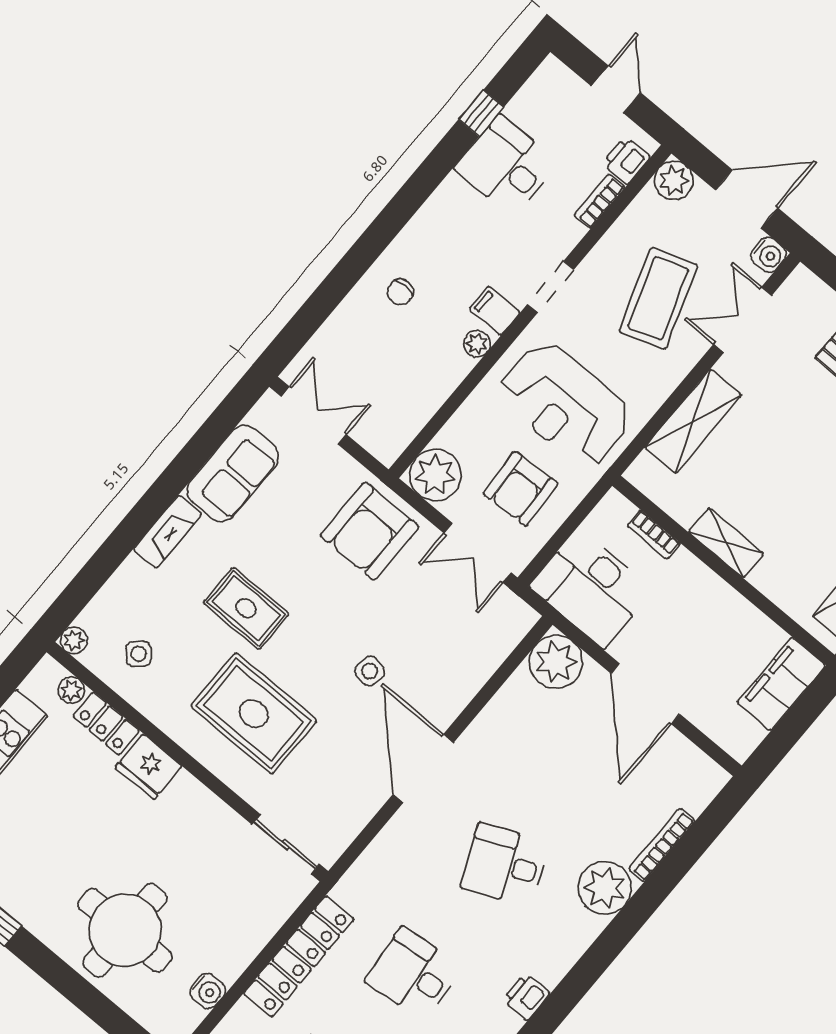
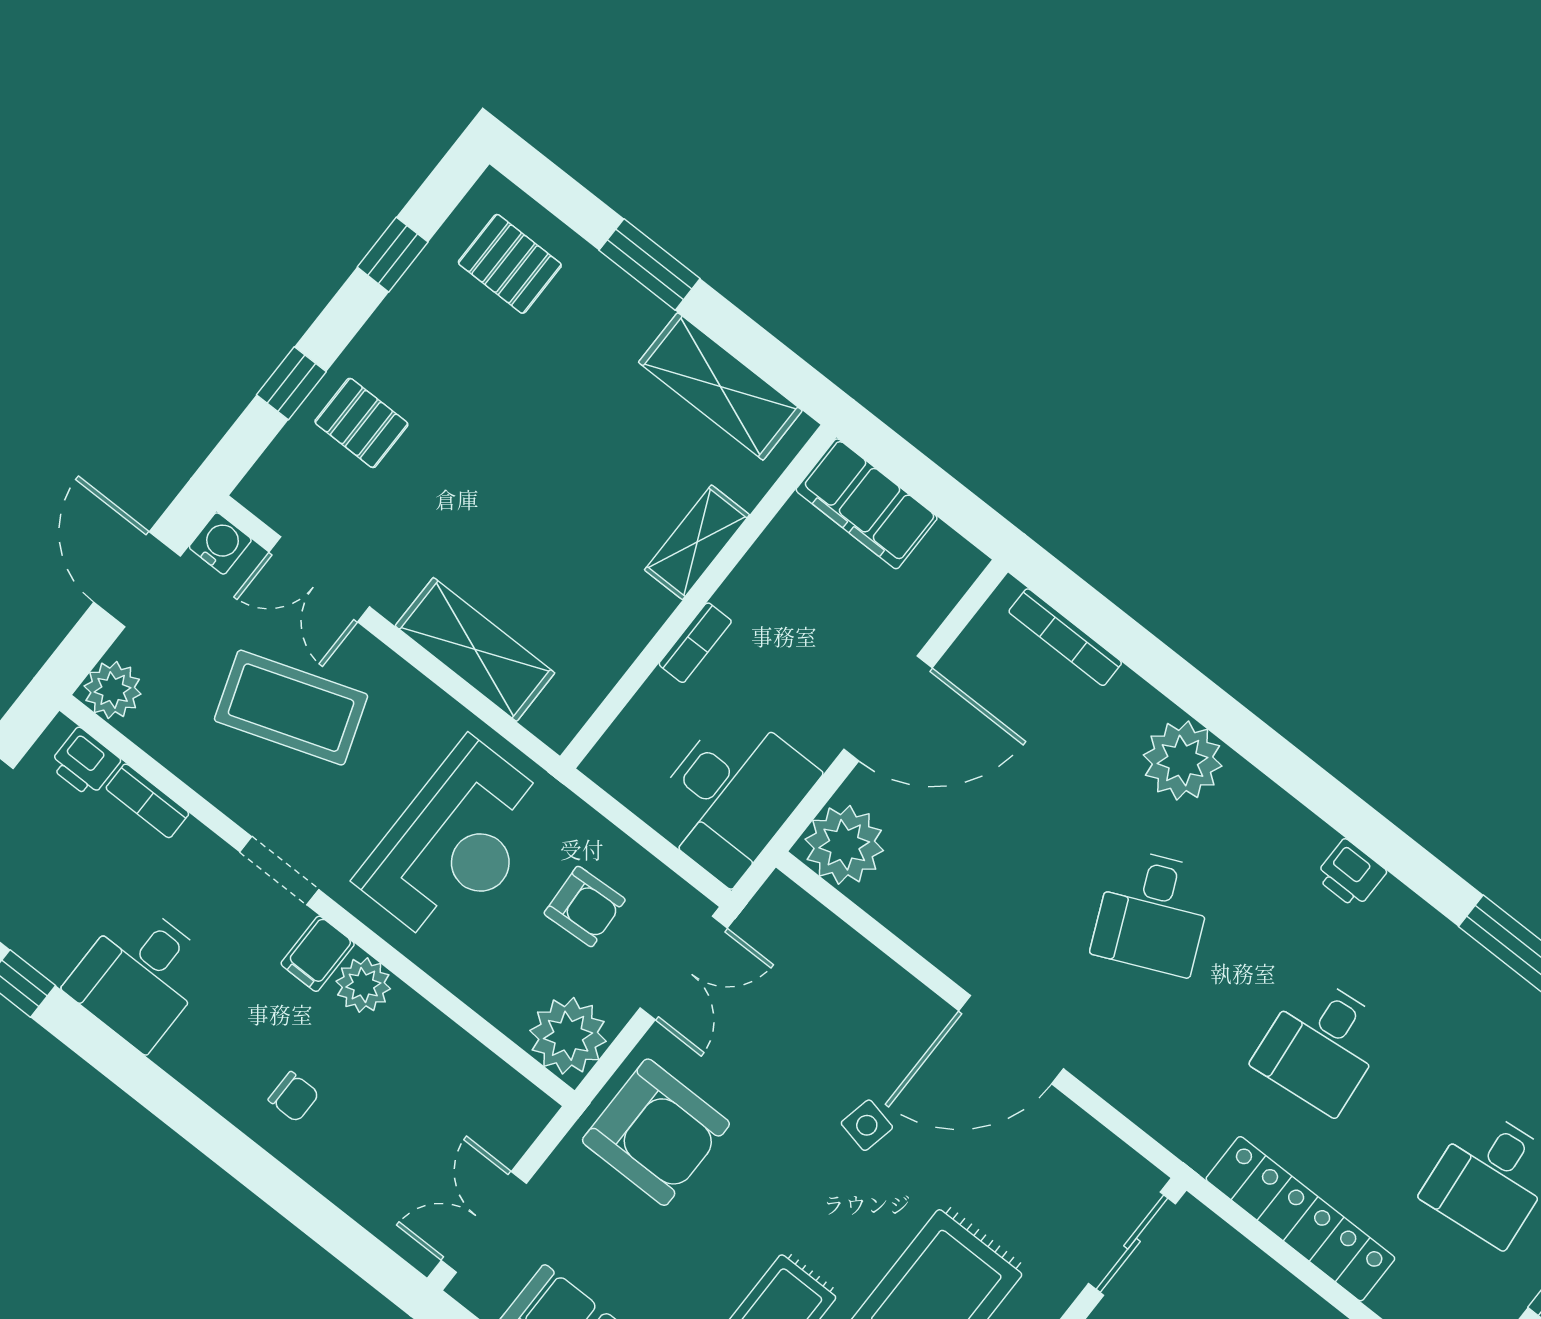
desk: (506, 166) -> (140, 976), moved
plant: (477, 344) -> (363, 985), width x1.38, depth x1.38
armchair: (520, 489) -> (585, 906), width x0.72, depth x0.72
bookcase: (654, 535) -> (695, 643), moved
shelving: (726, 543) -> (697, 542), moved
bookcase: (662, 845) -> (1065, 637), moved

